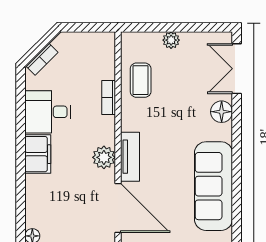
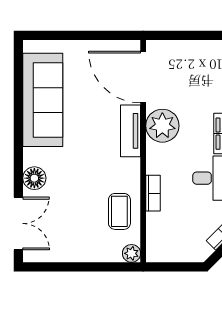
plant: (171, 40) -> (131, 253), moved
plant: (104, 157) -> (162, 126), width x1.36, depth x1.36

